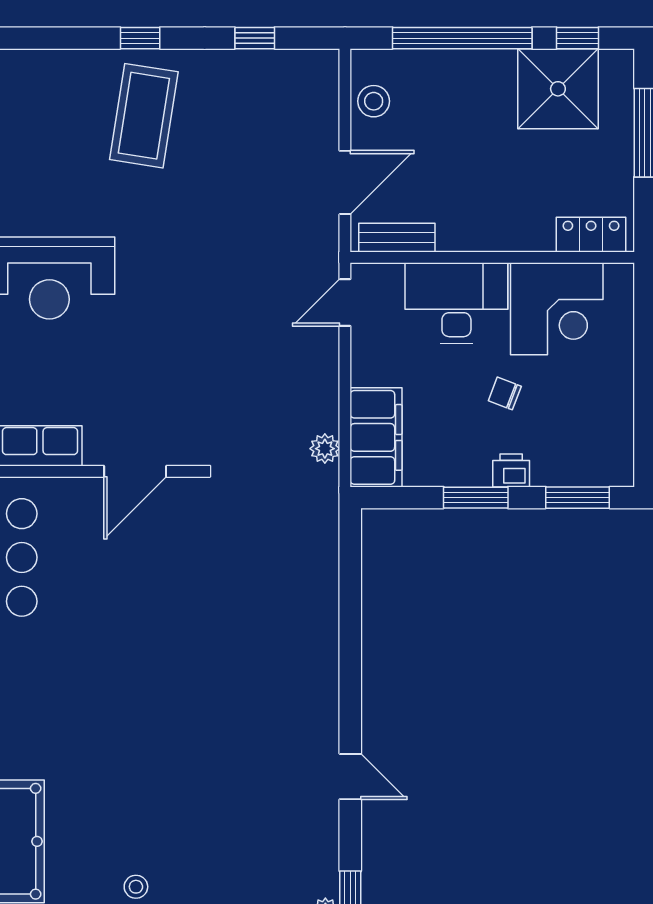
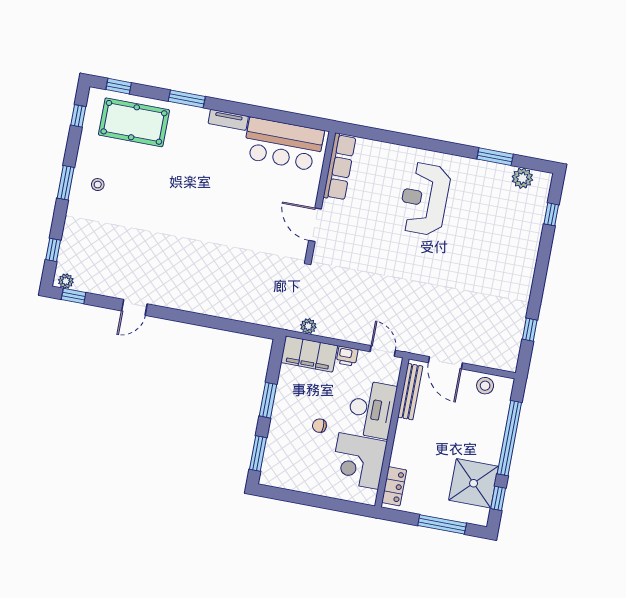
window: (140, 38) -> (551, 214), moved
coffee table: (144, 116) -> (500, 264), removed
bench: (397, 238) -> (410, 392), width x1.36
chair: (505, 393) -> (319, 426), turned -111
printer: (511, 470) -> (347, 356), moved, turned 90

